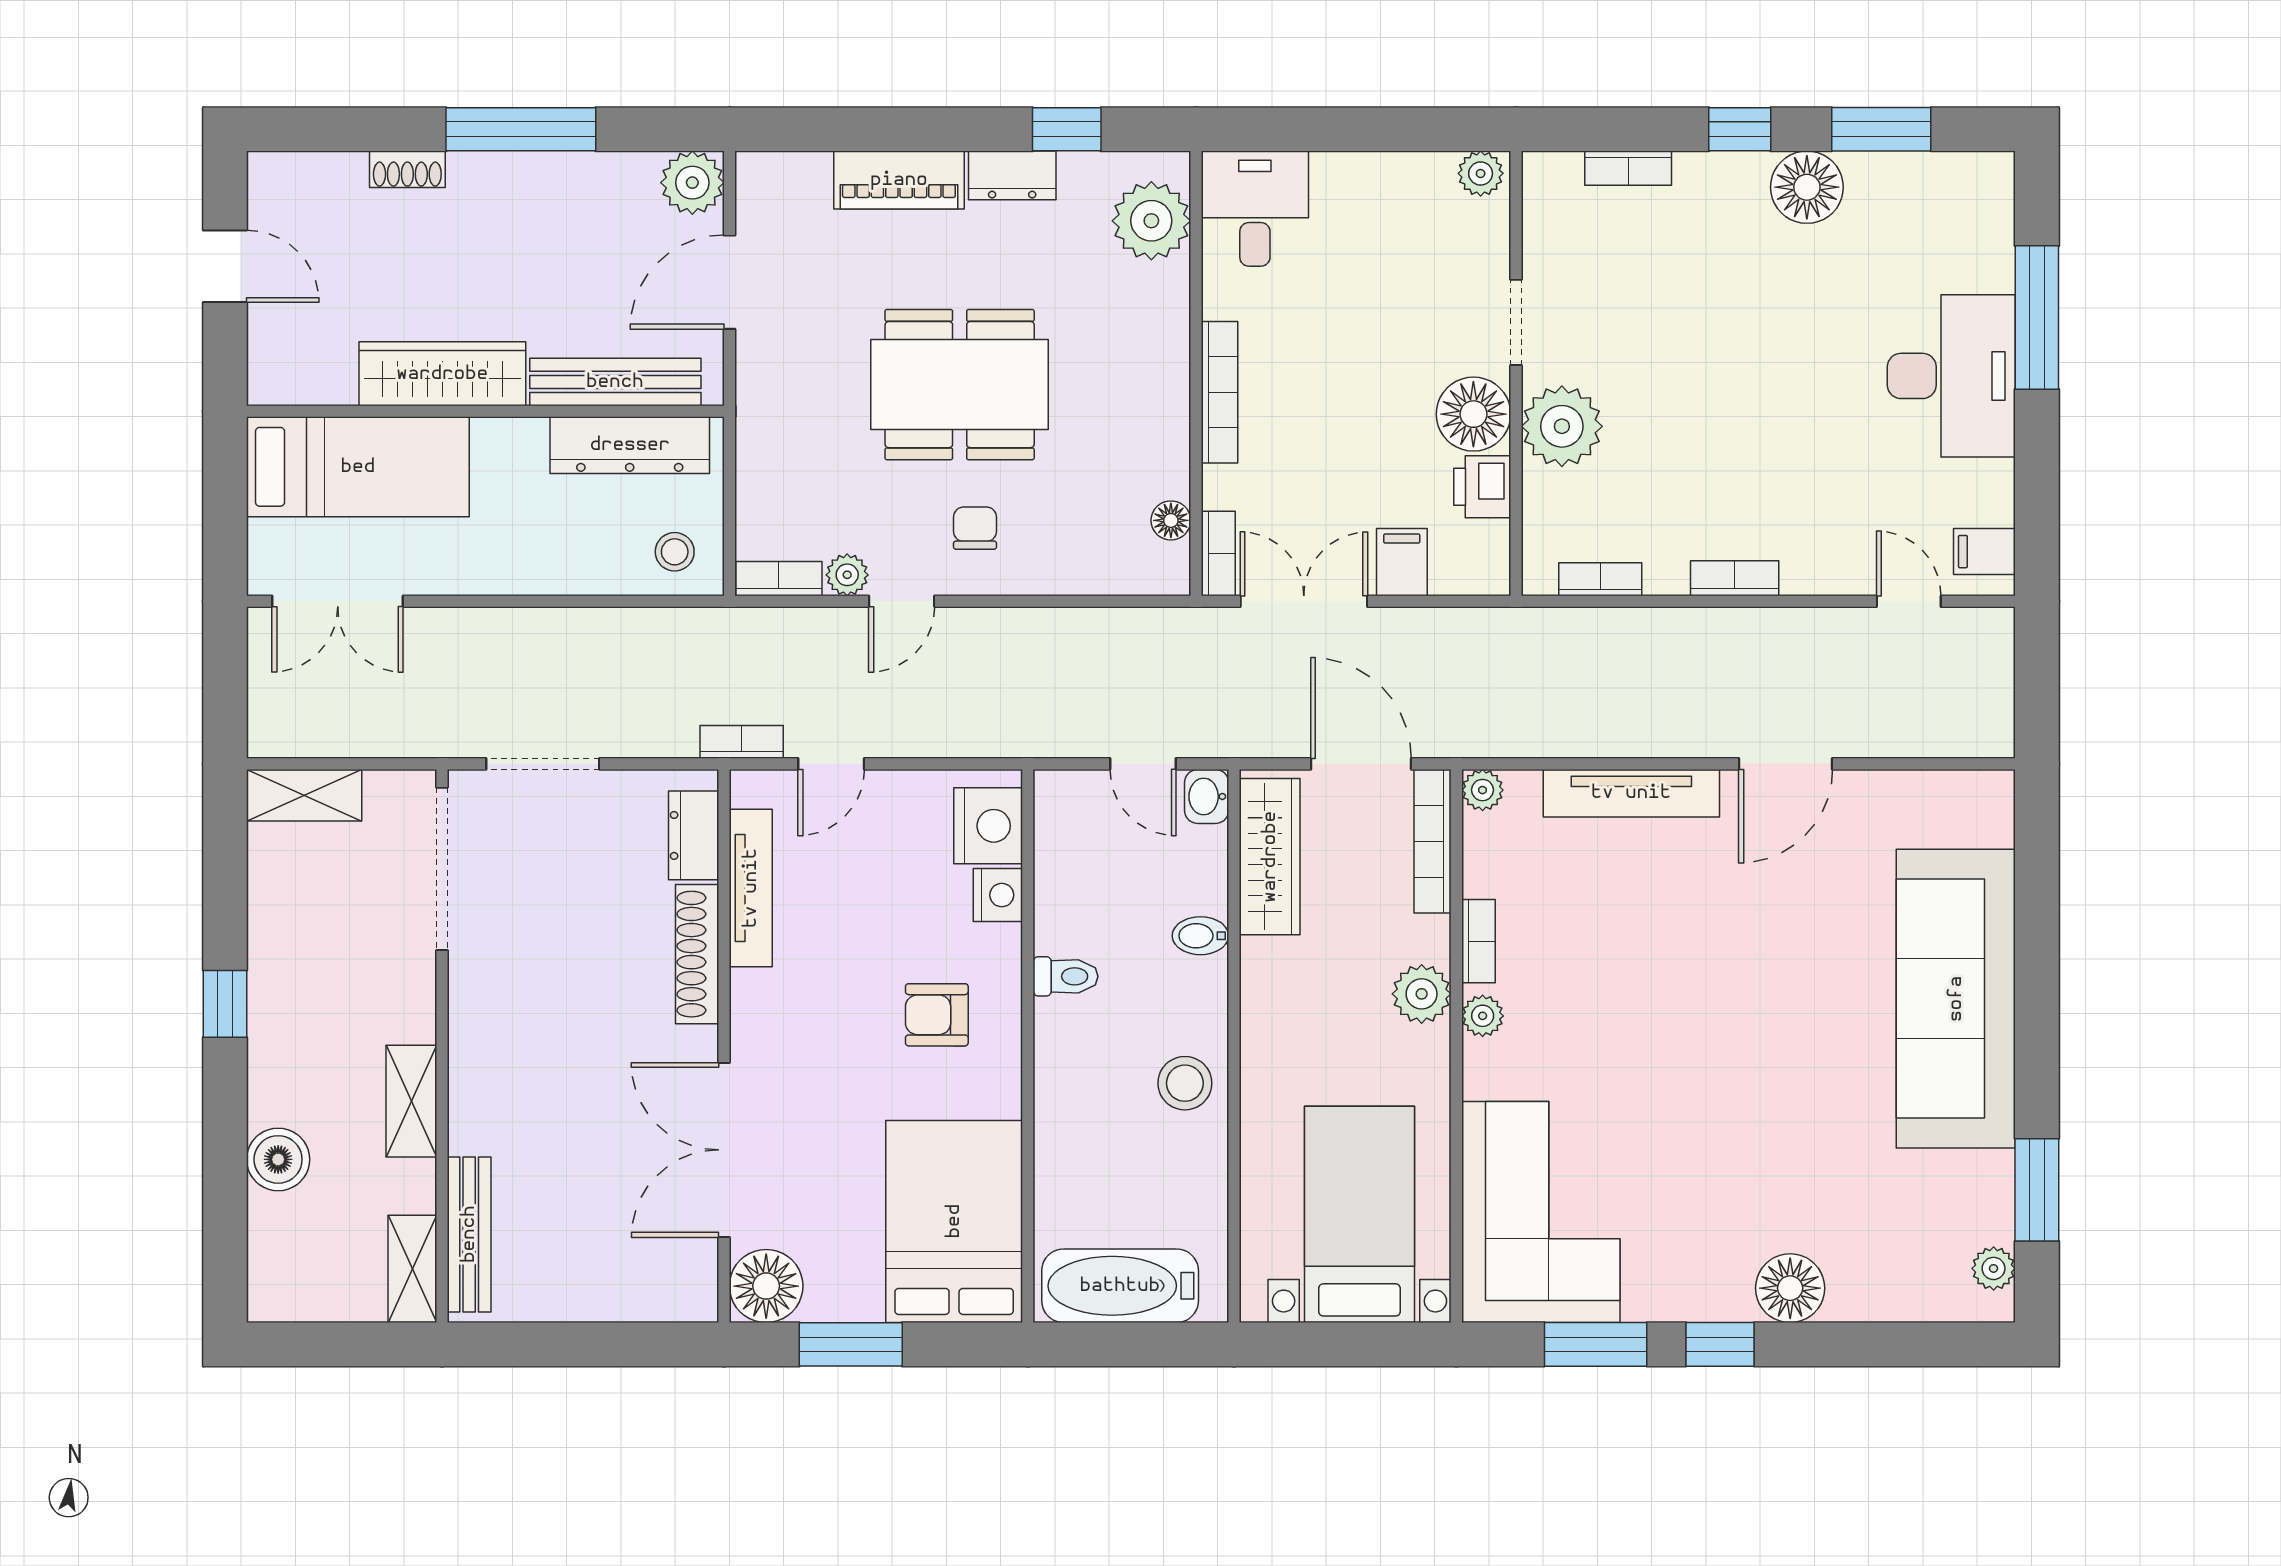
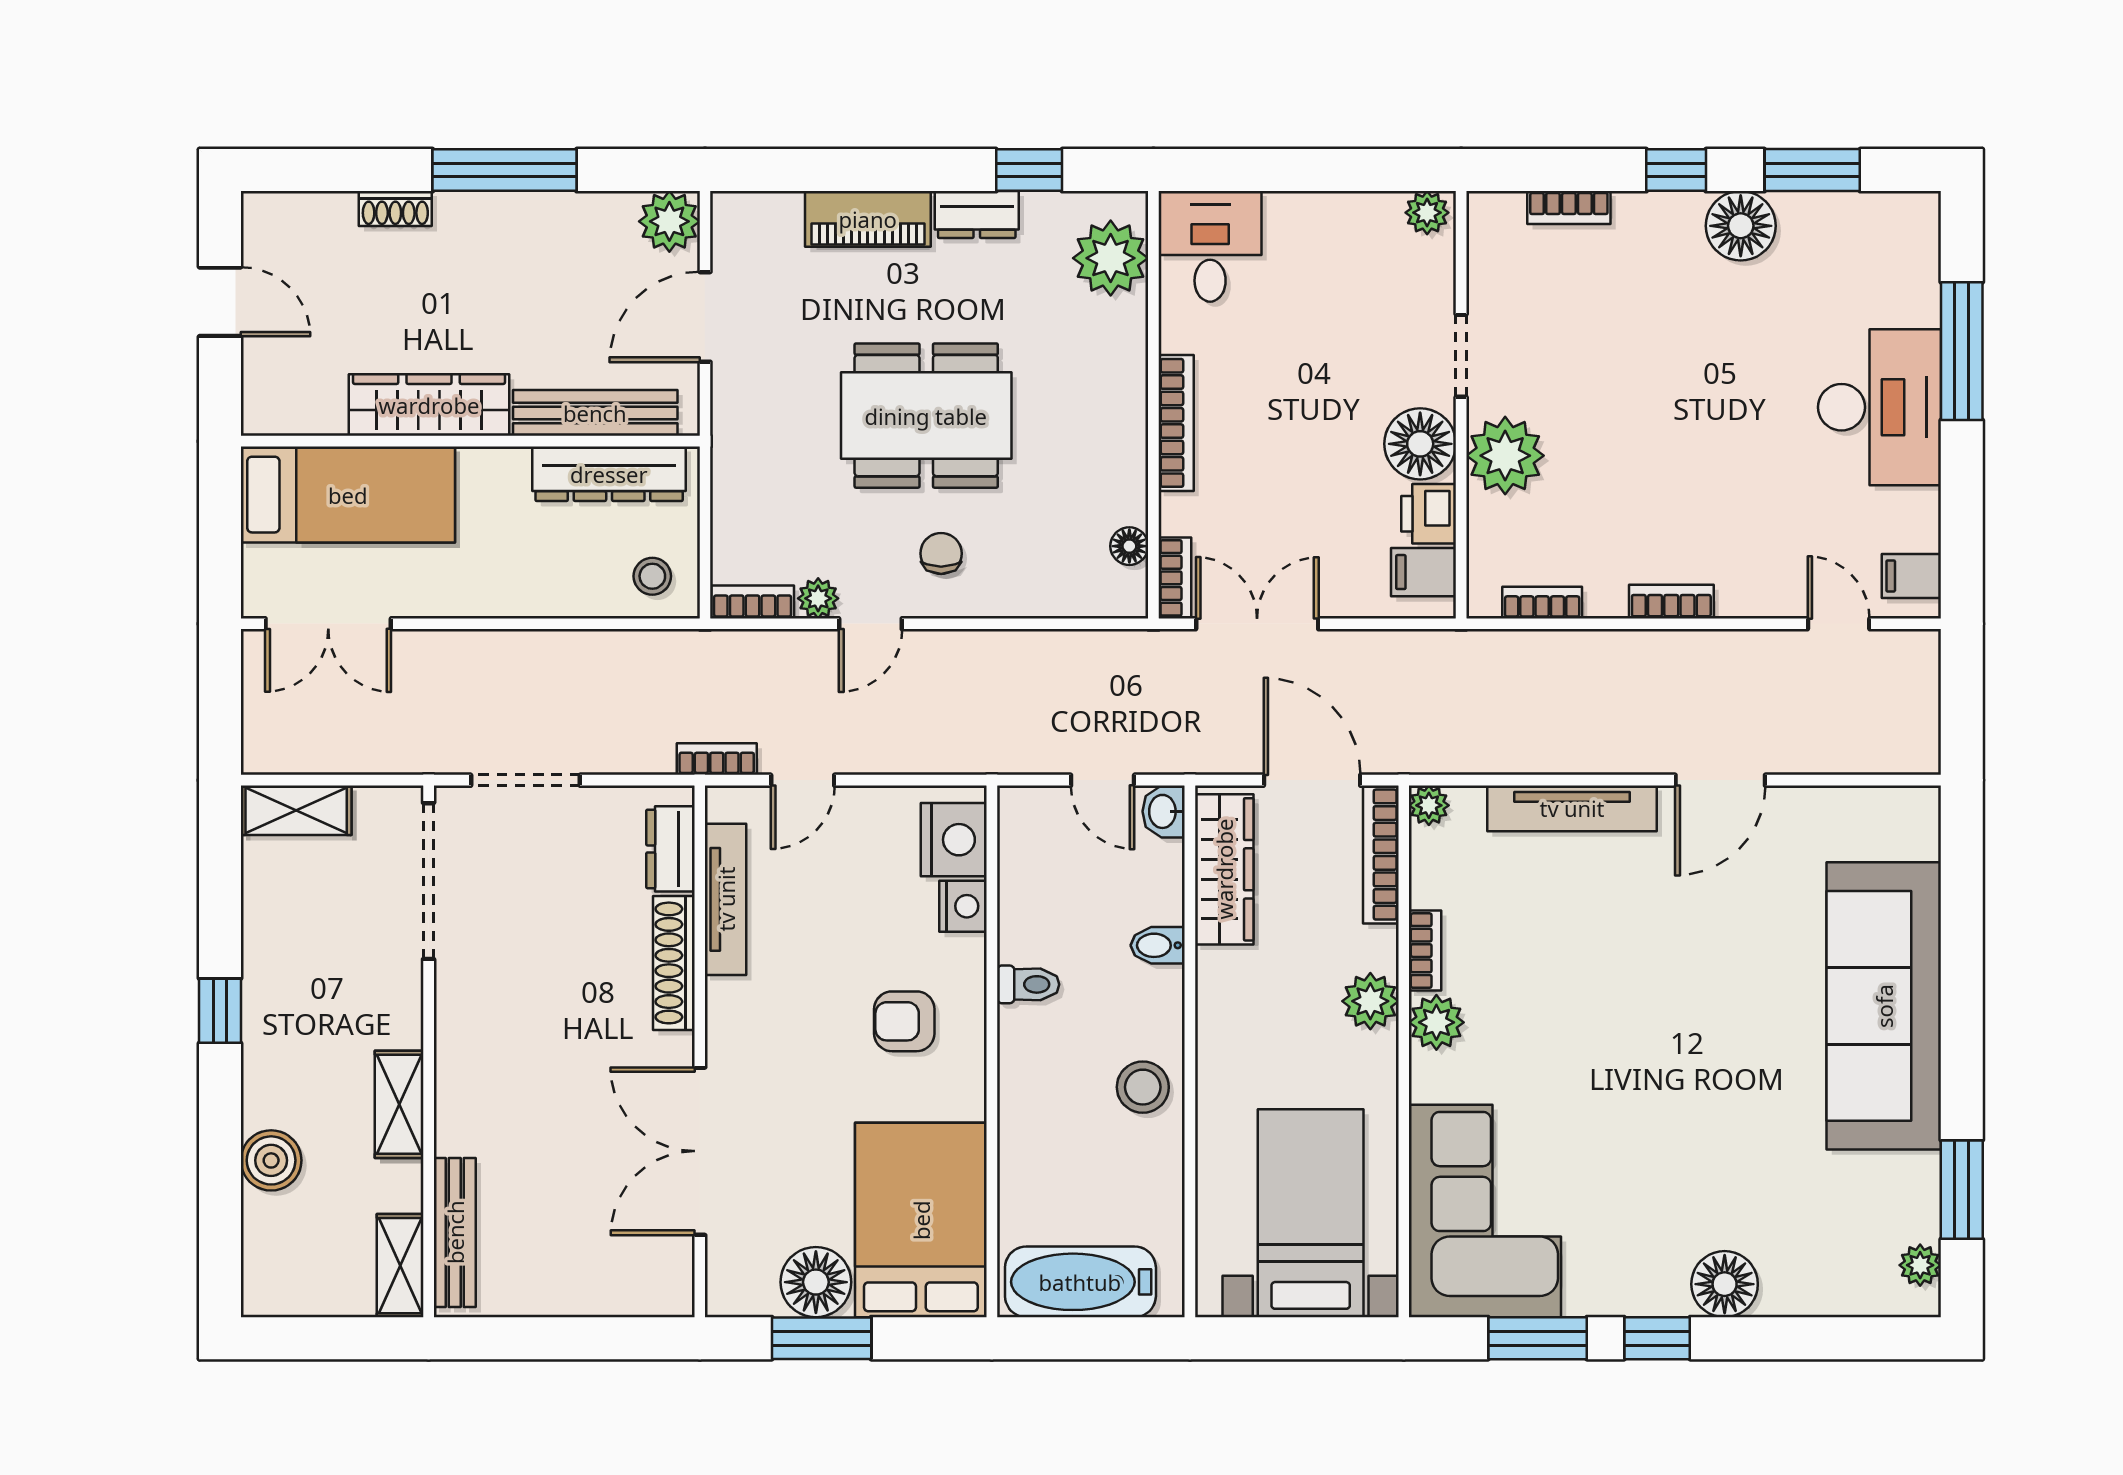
filing cabinet: (1402, 562) -> (1424, 572), moved, turned -90
plant: (1483, 1016) -> (1436, 1022), width x1.38, depth x1.38
floor lamp: (766, 1286) -> (816, 1282), moved

